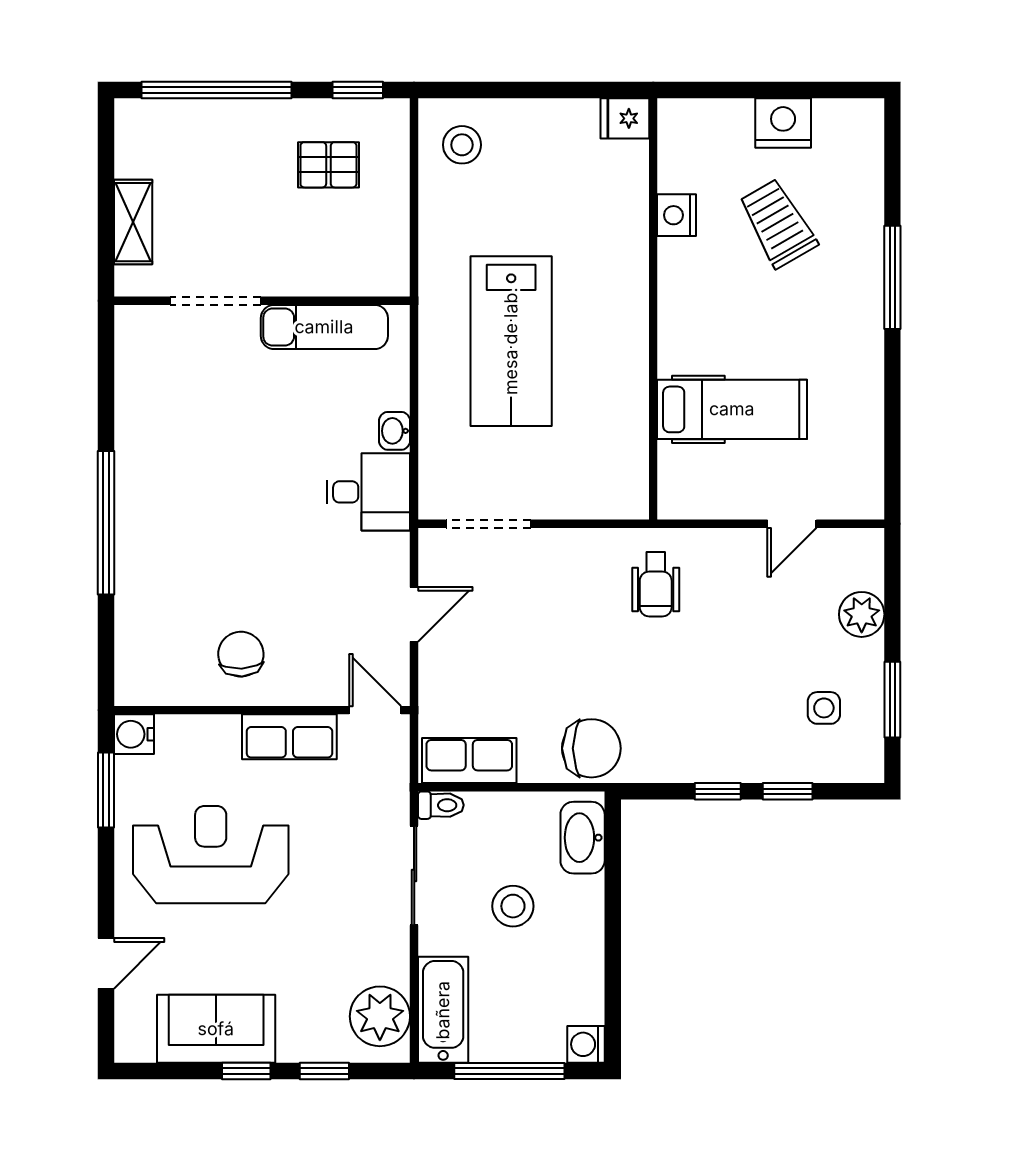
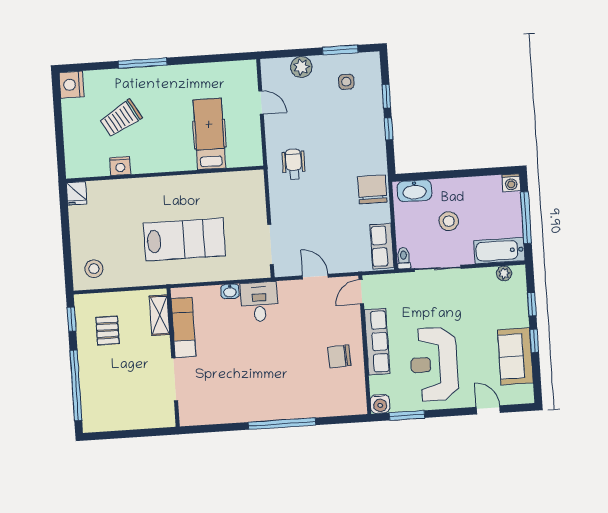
nightstand: (783, 123) -> (71, 85), moved
shelving: (133, 222) -> (159, 315), moved, turned 90
wheelchair: (656, 584) -> (294, 164), turned -90
row of seats: (289, 737) -> (377, 342), width x1.48
plant: (380, 1016) -> (504, 273), width x0.53, depth x0.53

